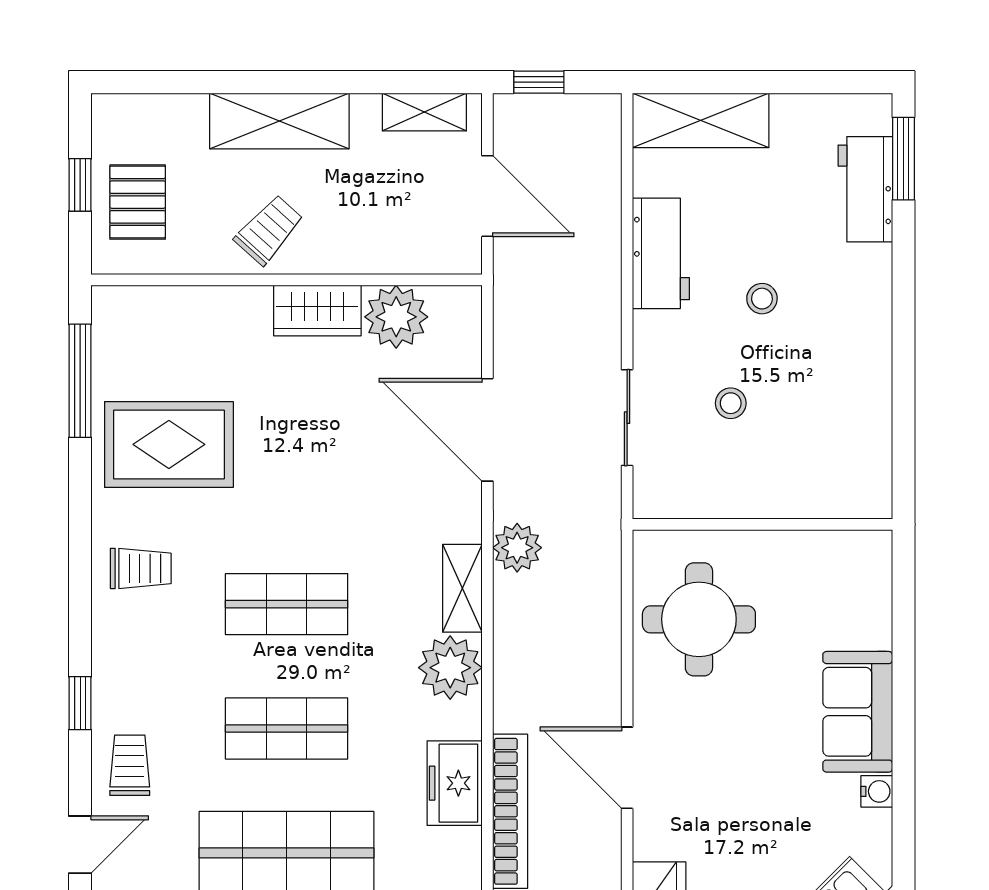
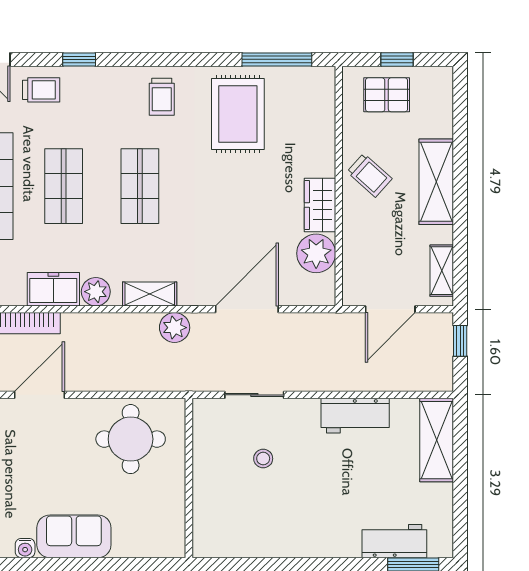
stool: (762, 299) -> (327, 478), removed
plant: (450, 668) -> (96, 292), width x0.73, depth x0.73
freezer: (455, 783) -> (53, 289), moved

